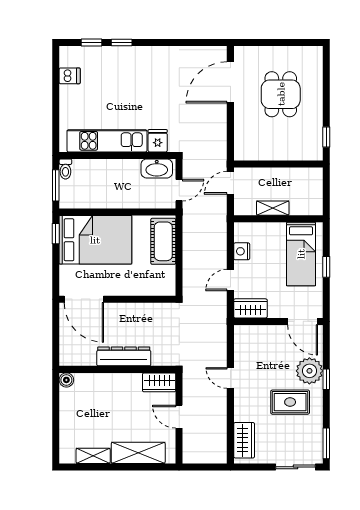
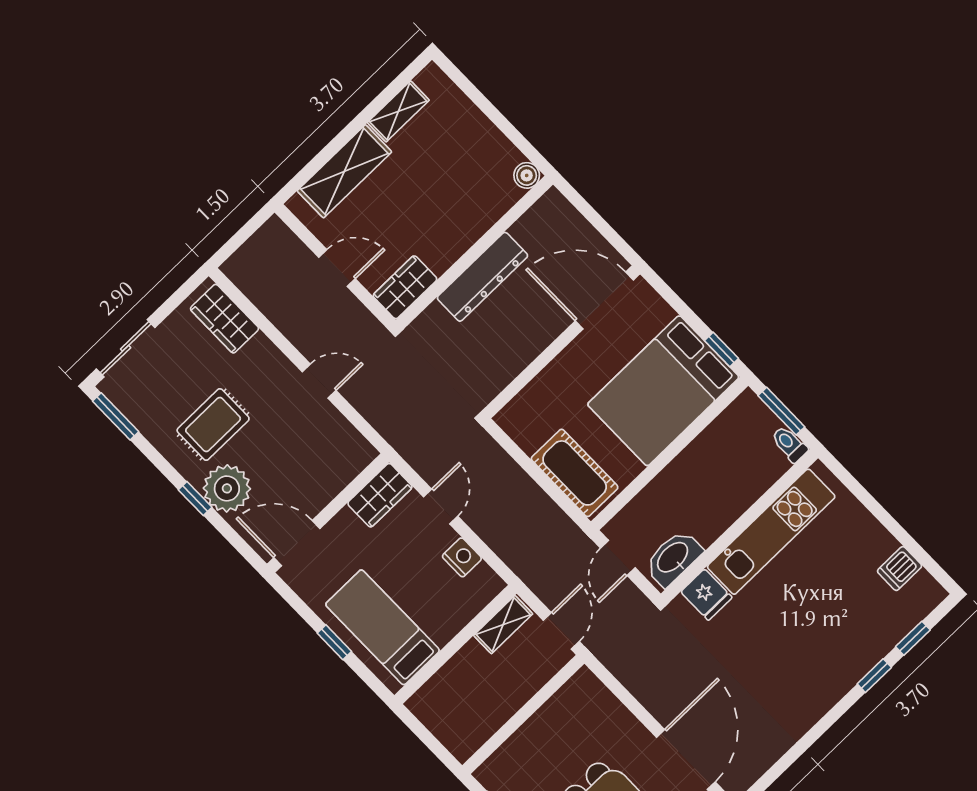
shelving: (273, 208) -> (503, 625), moved

